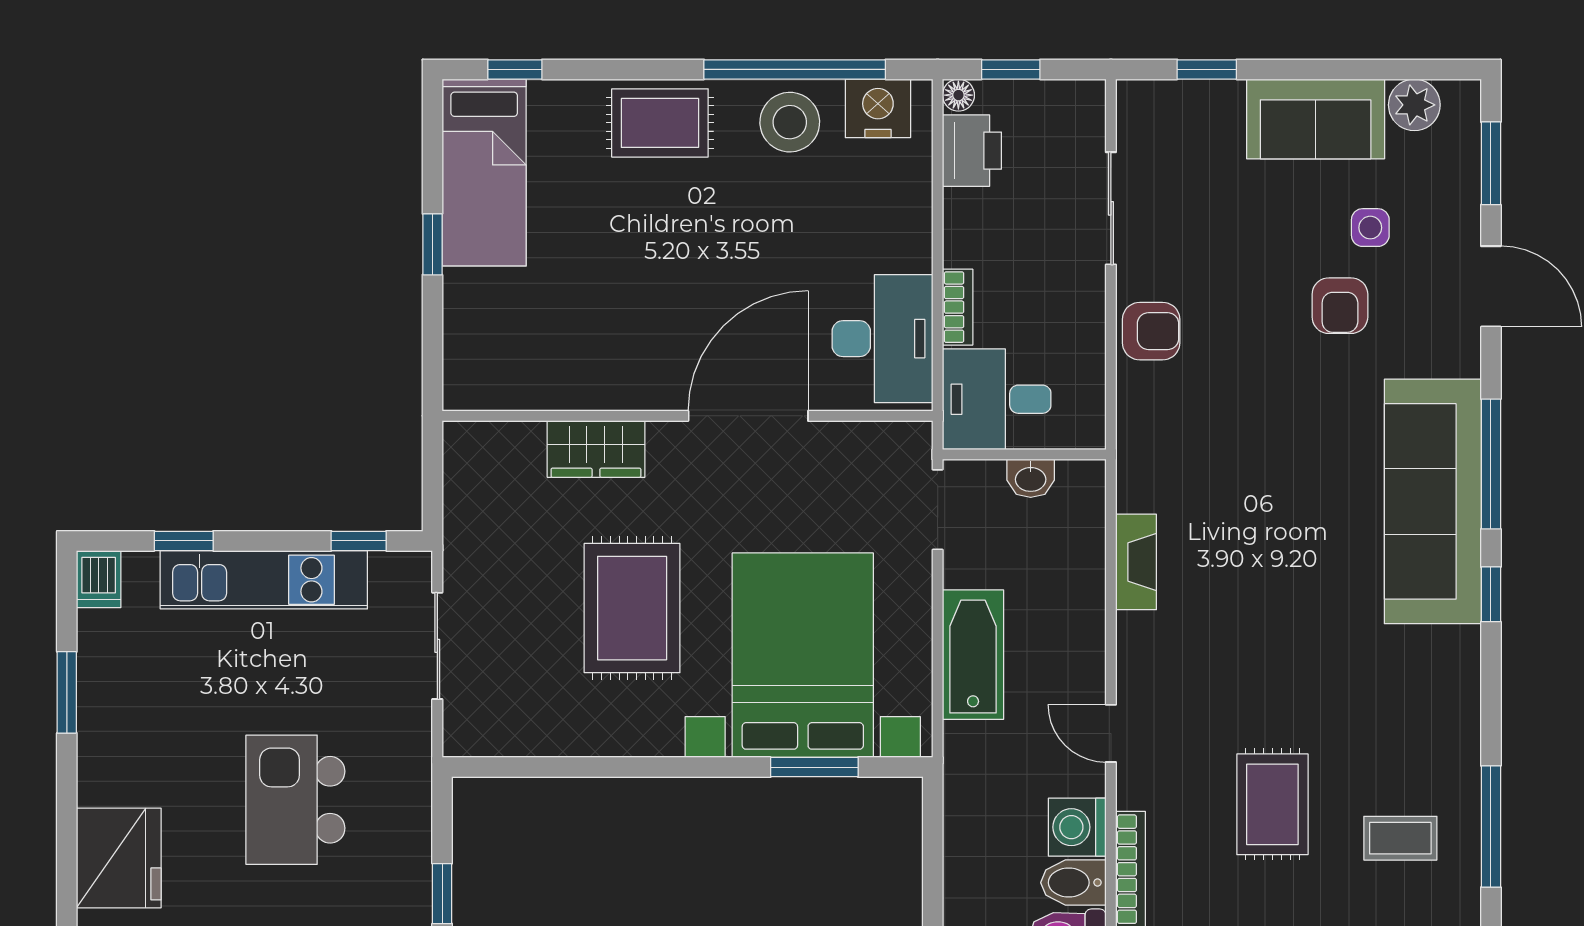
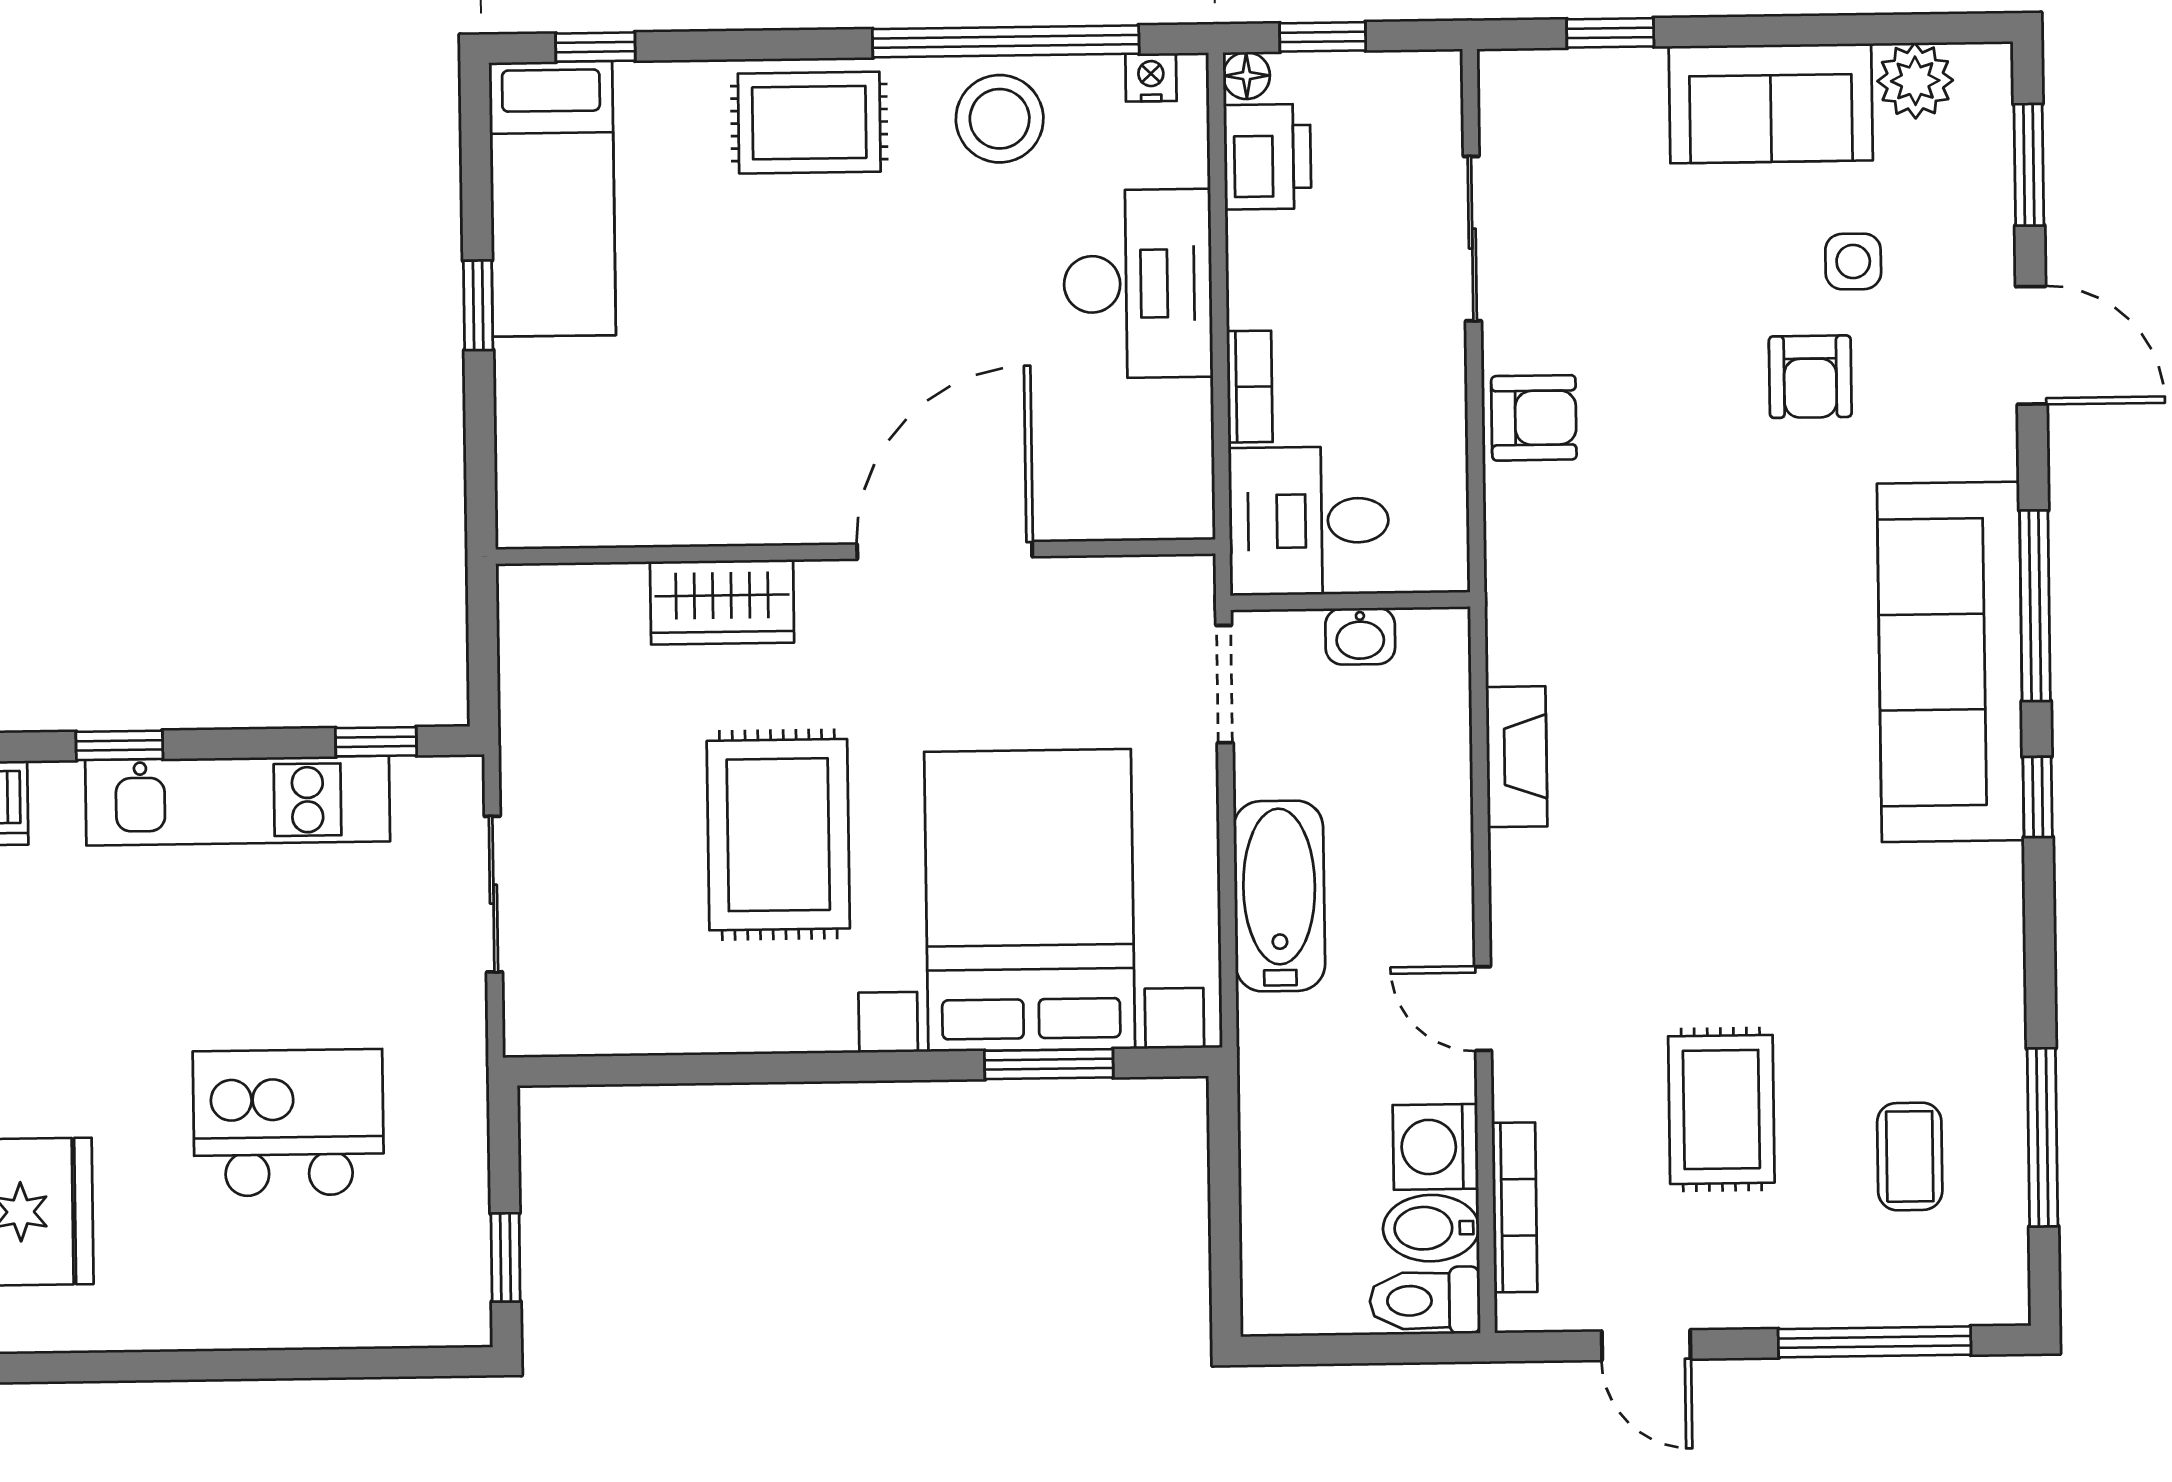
nightstand: (878, 108) -> (1151, 77), width x0.53, depth x0.56
desk: (882, 339) -> (1138, 284), moved
kitchen island: (295, 800) -> (288, 1123), turned 90
coffee table: (1400, 838) -> (1910, 1156), turned 90

